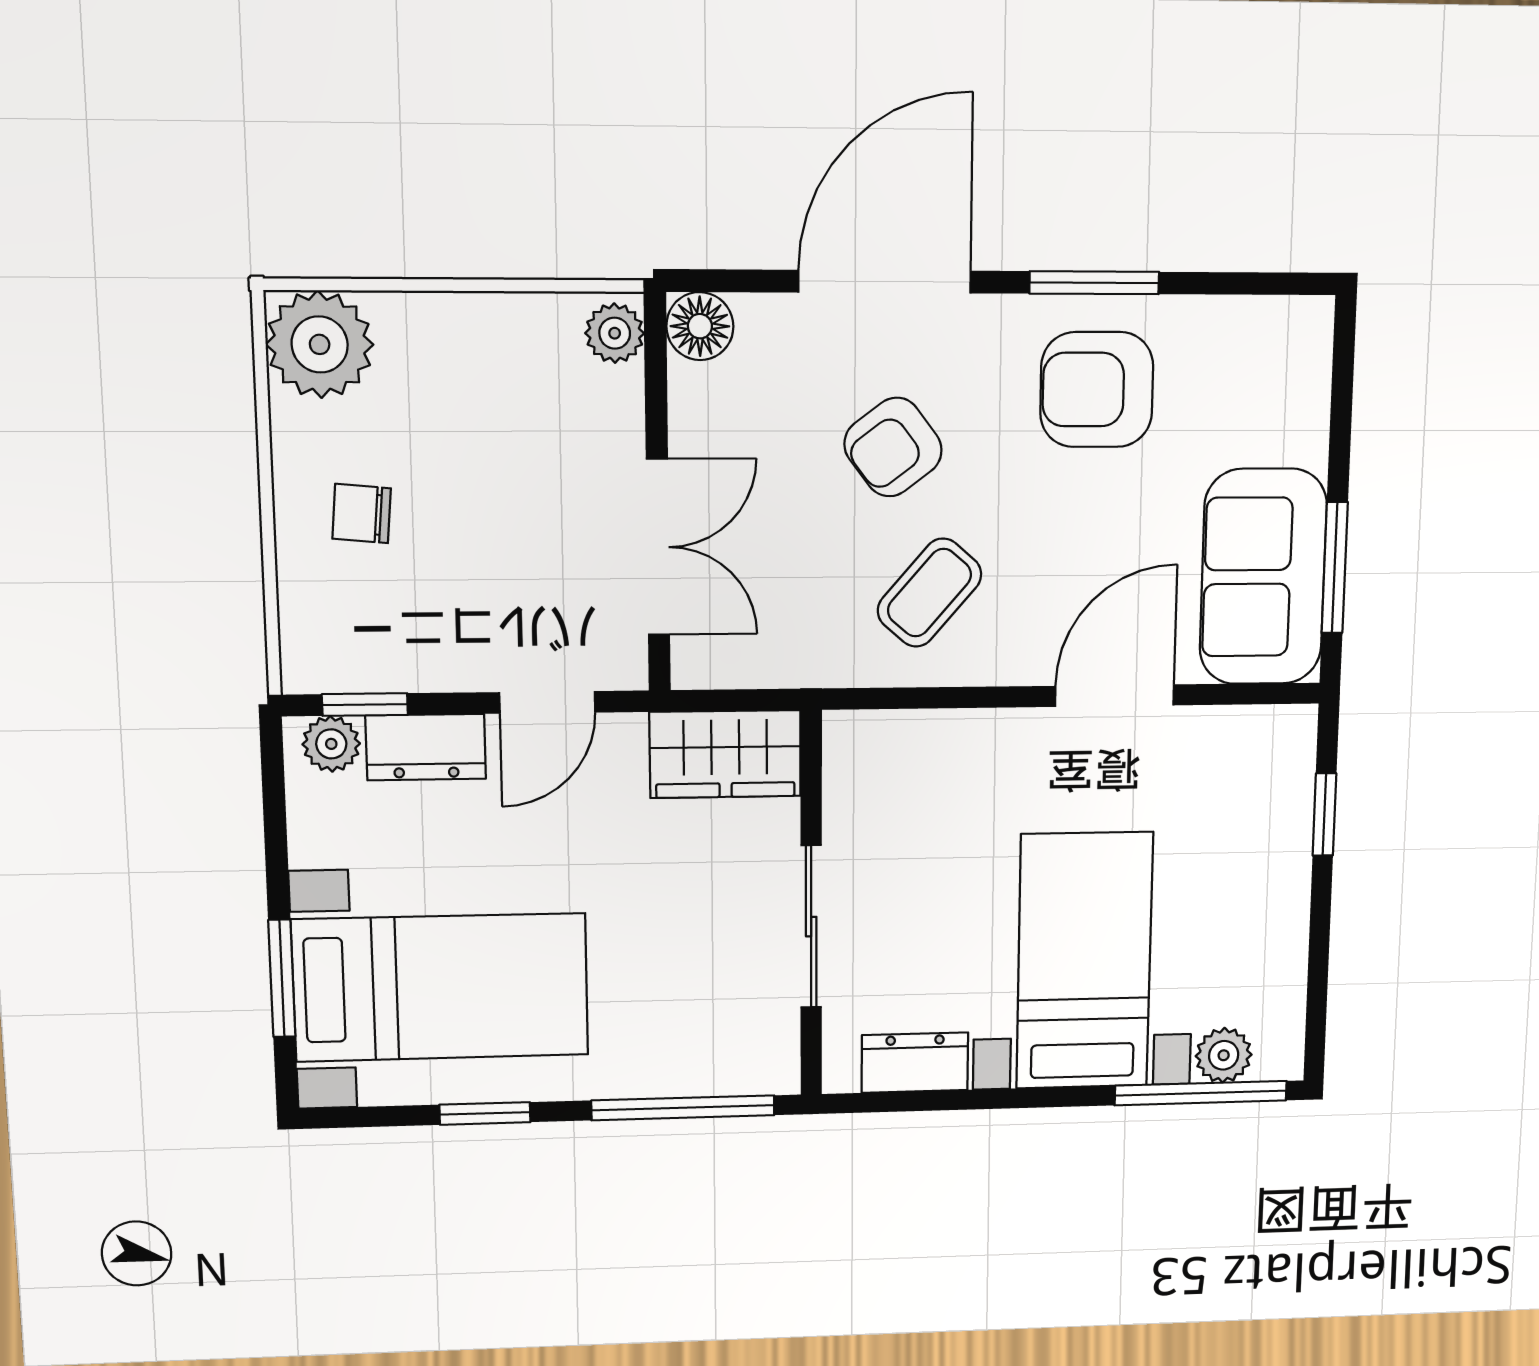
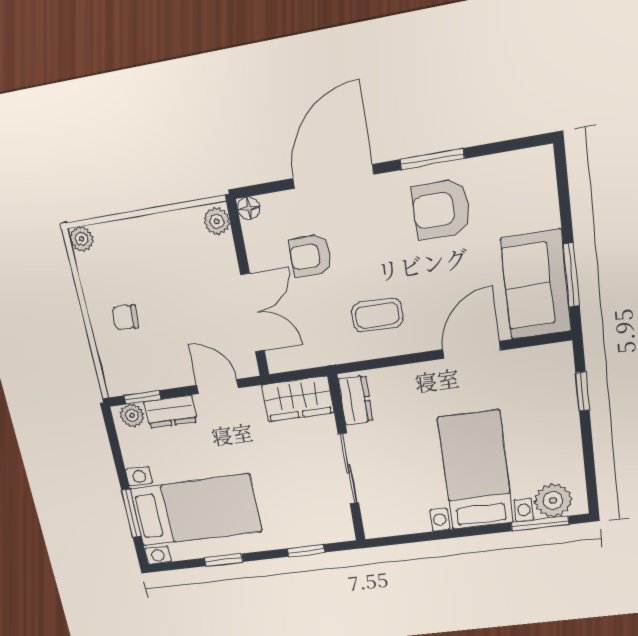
floor lamp: (700, 326) -> (249, 208), width x0.73, depth x0.73
plant: (320, 344) -> (82, 239), width x0.53, depth x0.53
armchair: (893, 447) -> (310, 256), moved, turned 37
coffee table: (929, 593) -> (377, 315), turned 49
door: (547, 702) -> (218, 387), swing flipped
plant: (1224, 1055) -> (553, 500), width x1.38, depth x1.38
dresser: (915, 1063) -> (356, 400), moved, turned 90
window: (1201, 1093) -> (540, 523), width x0.69
window: (683, 1108) -> (306, 550), width x0.46

